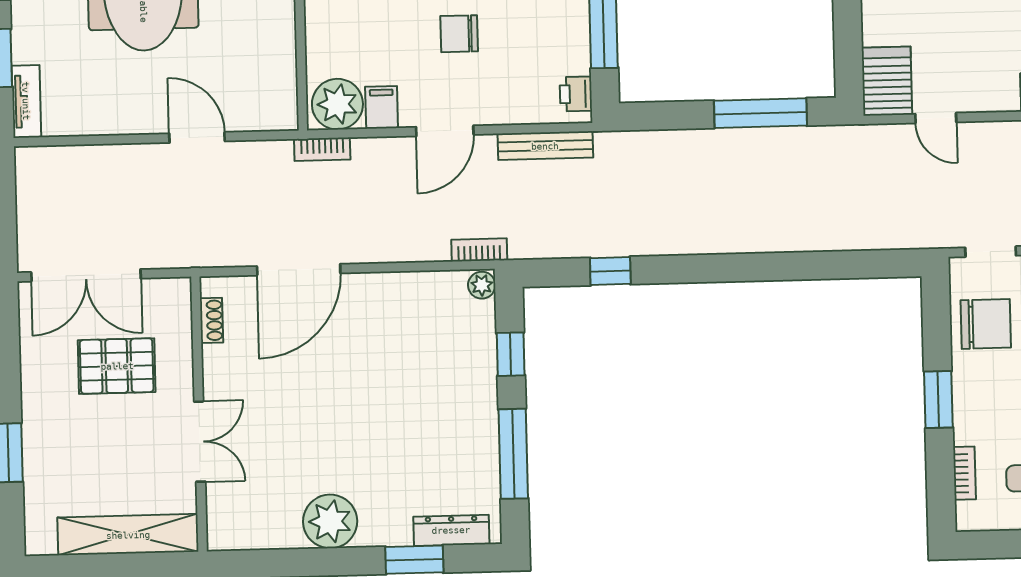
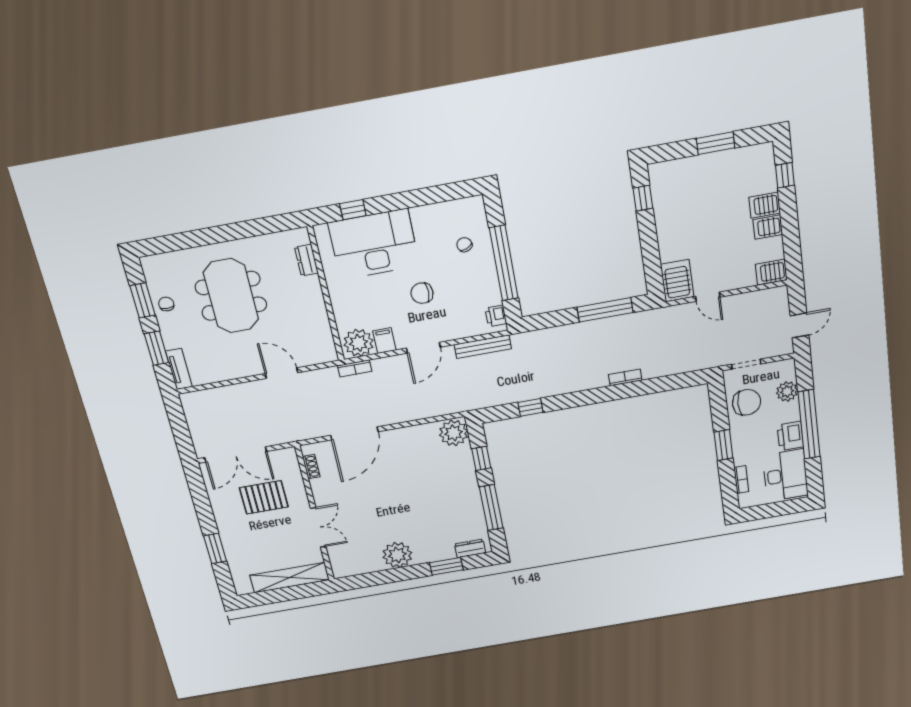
bookcase: (479, 250) -> (625, 377), moved
plant: (482, 285) -> (454, 433), width x1.87, depth x1.87
dresser: (451, 530) -> (470, 548), width x0.70

